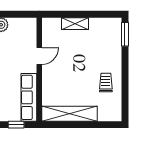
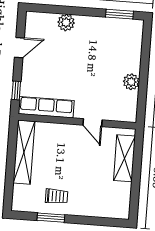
shelving: (75, 24) -> (124, 158), width x1.50, depth x1.33
window: (125, 34) -> (51, 218), moved

